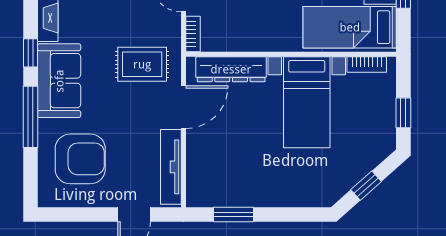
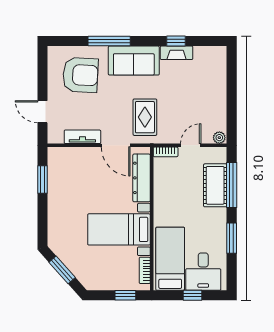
window: (30, 53) -> (176, 41), moved
window: (403, 113) -> (125, 295), moved
armchair: (80, 159) -> (80, 75), turned -87
tv unit: (171, 167) -> (82, 137), width x0.71
window: (366, 186) -> (62, 270), width x1.50

